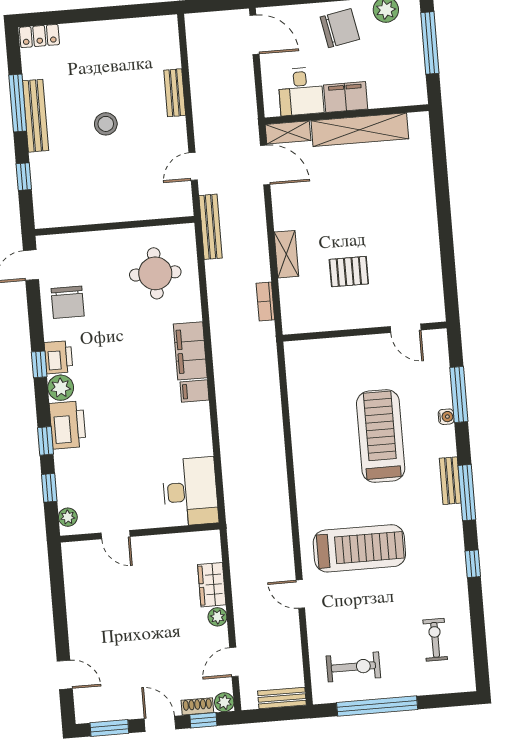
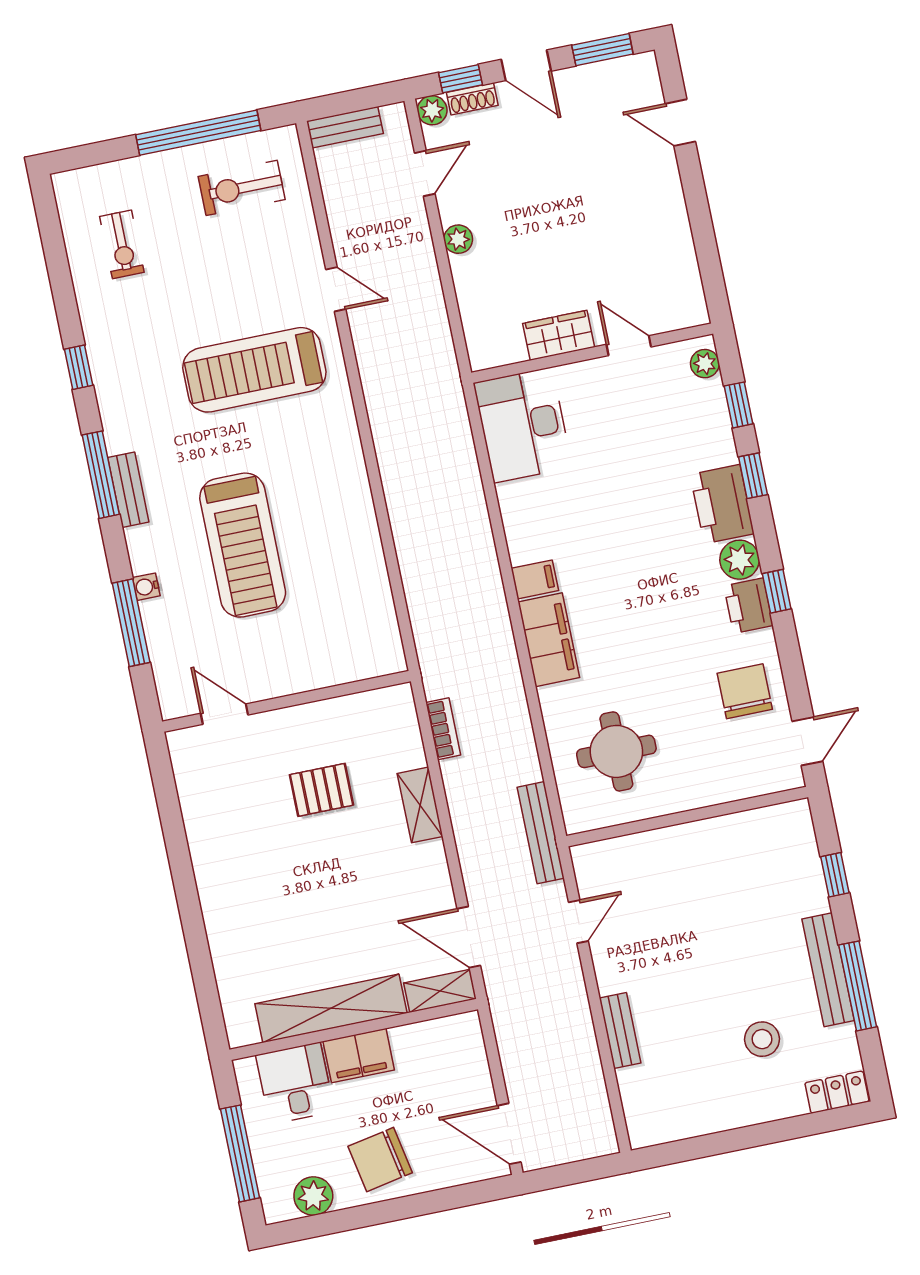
desk: (301, 91) -> (295, 1083), moved
stool: (106, 124) -> (762, 1039), moved
wardrobe: (212, 585) -> (559, 335), moved, turned -90

